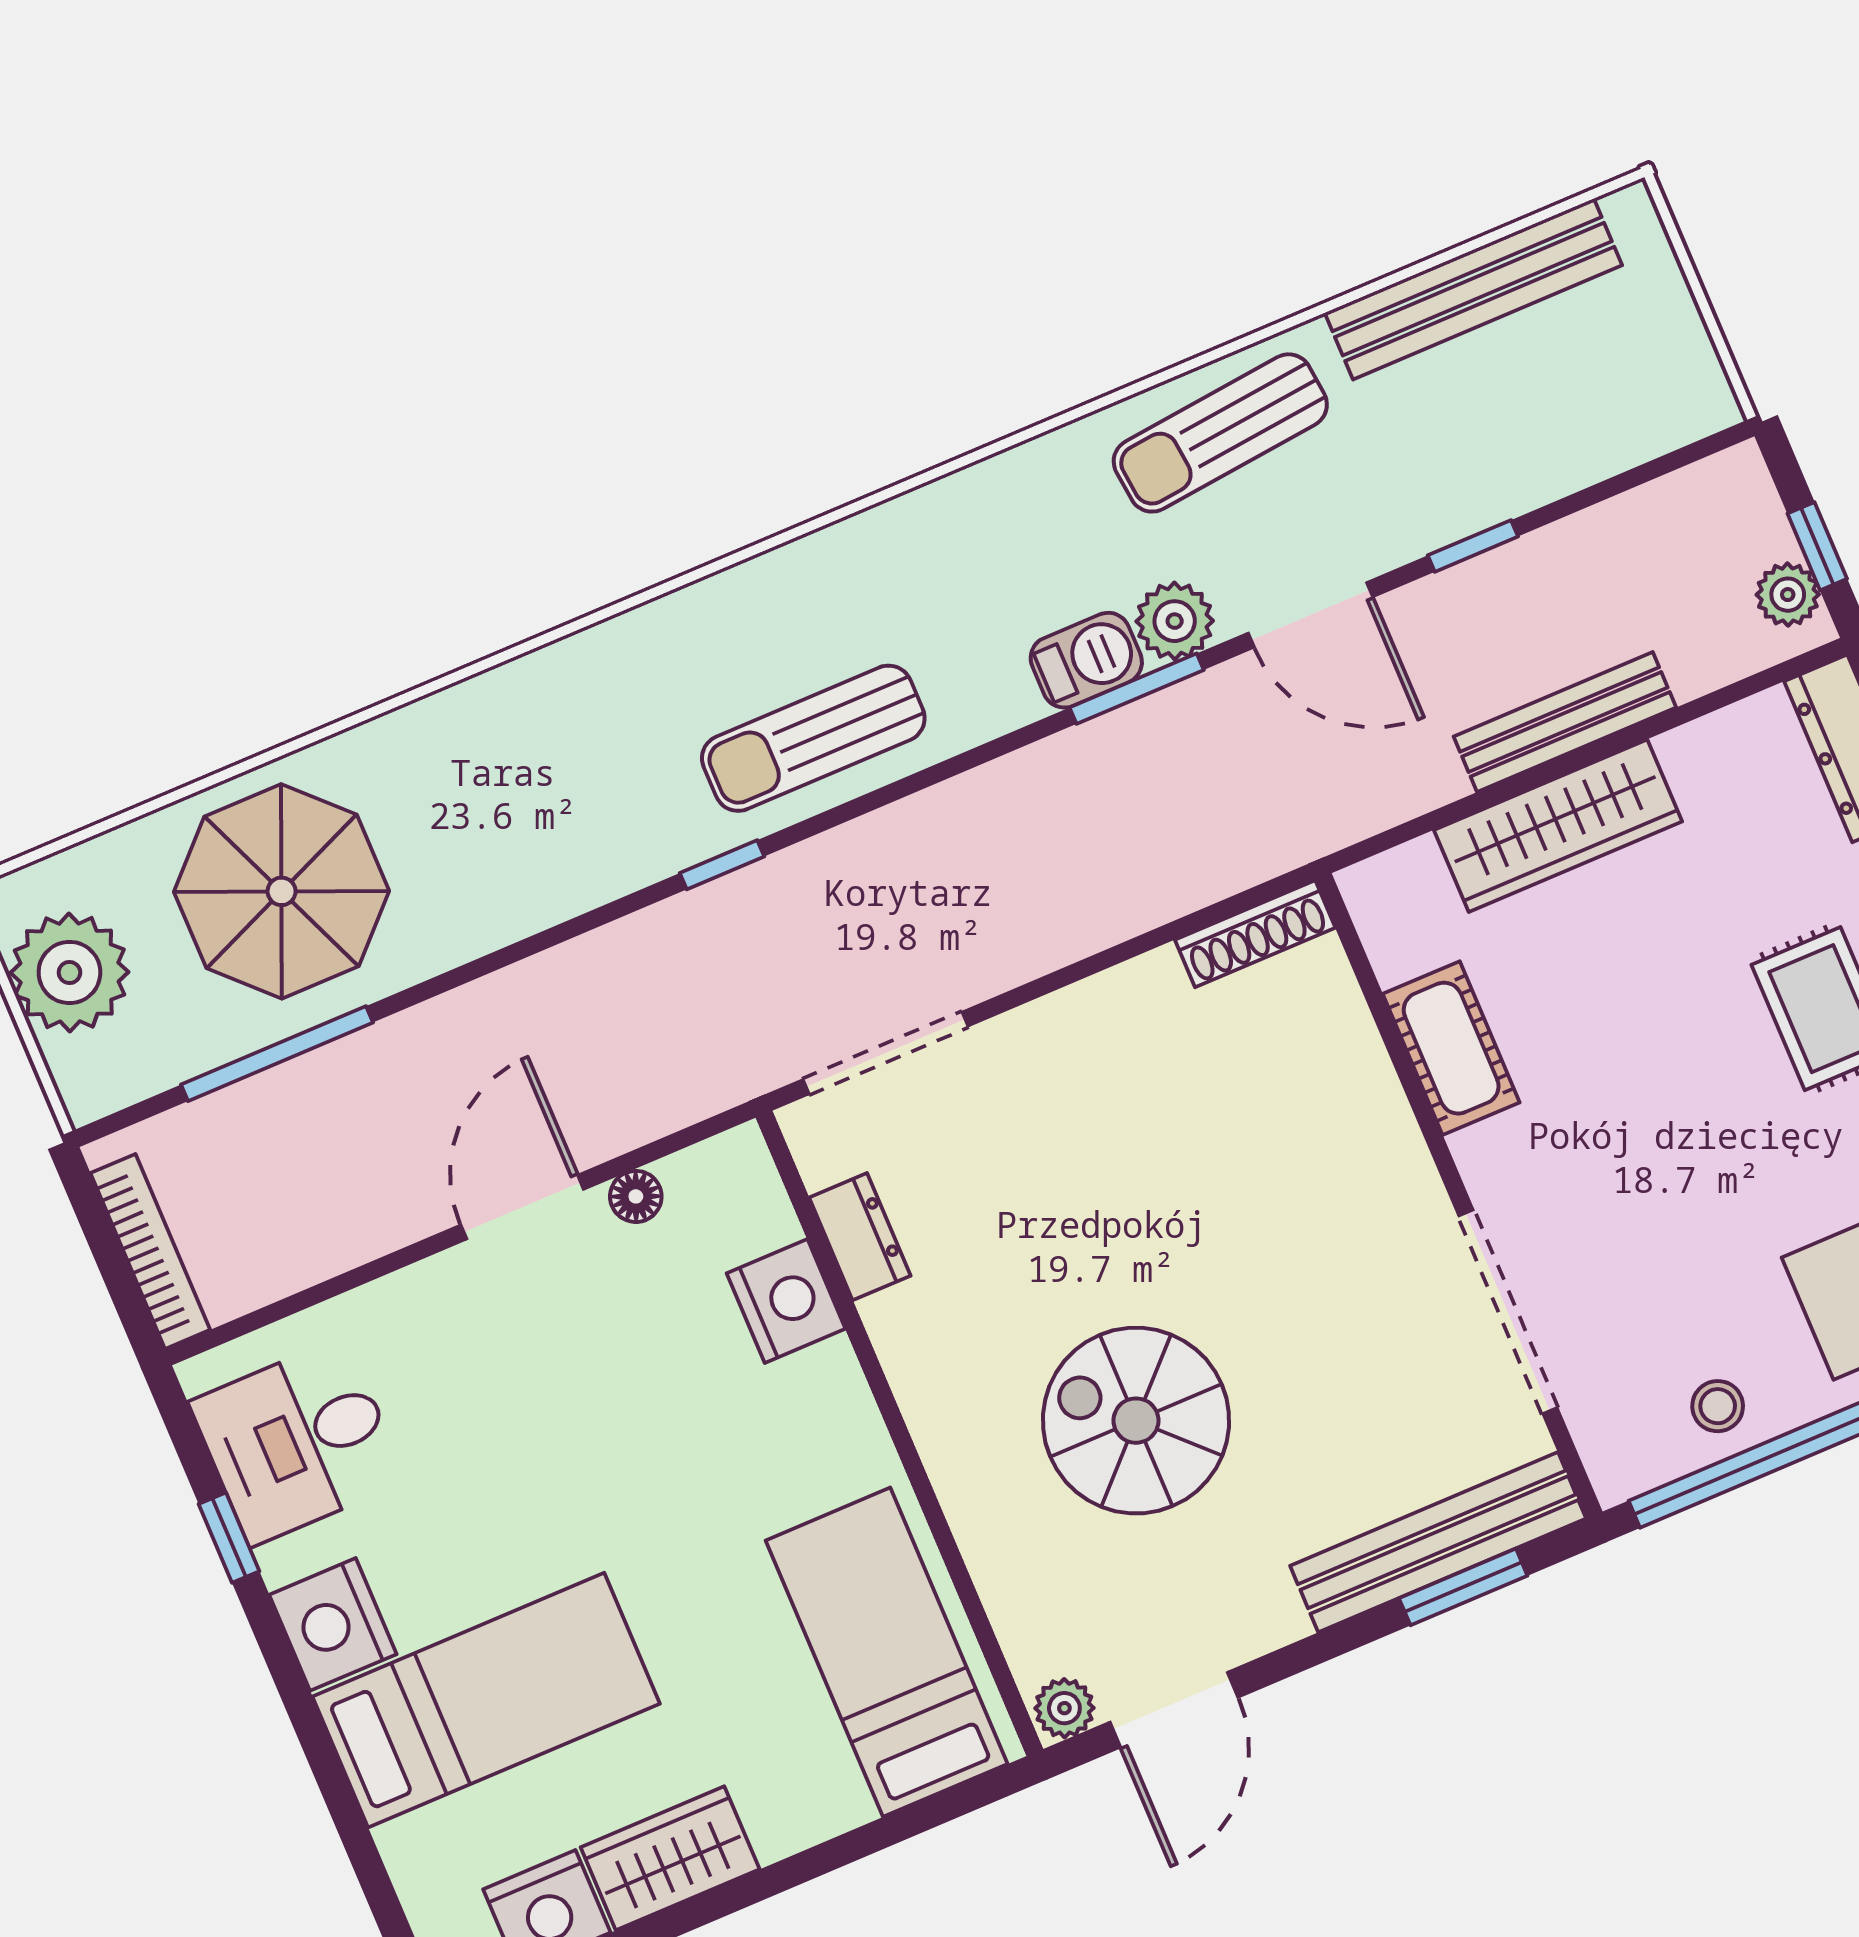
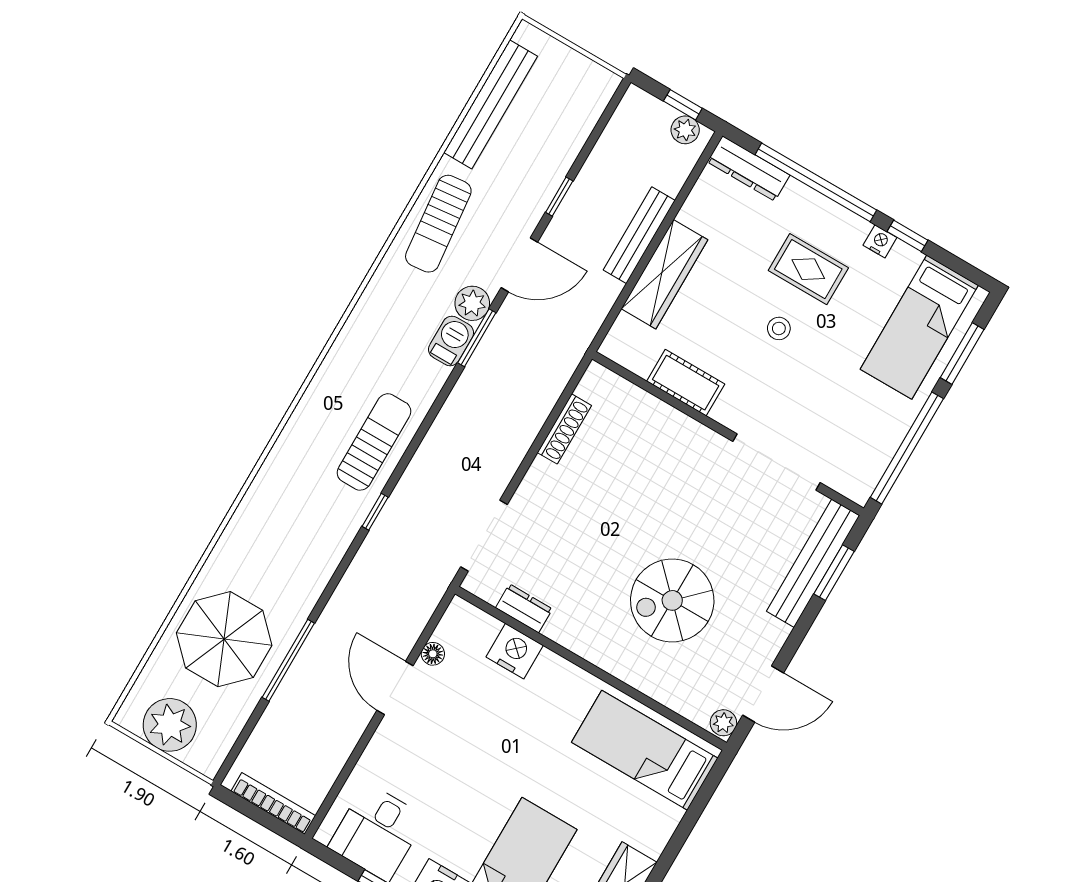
sun lounger: (813, 738) -> (374, 442), turned 180
shoe rack: (1255, 934) -> (564, 429), moved
window: (277, 1054) -> (288, 660), moved
stool: (1718, 1406) -> (779, 328), moved
door: (1174, 1710) -> (763, 694), hinge flipped

